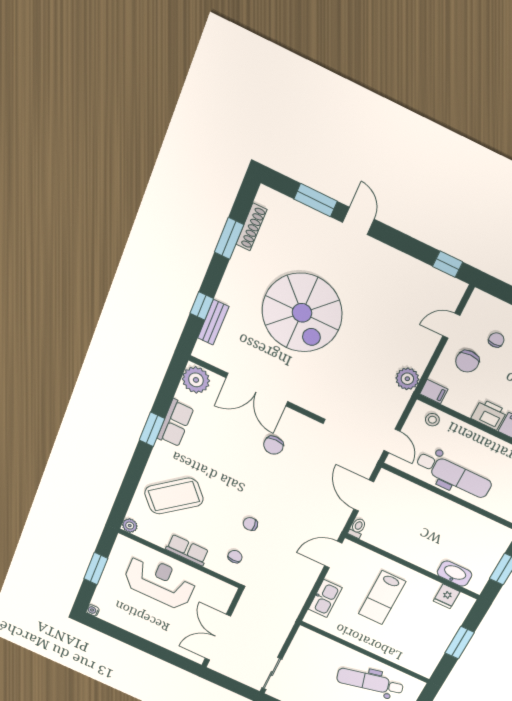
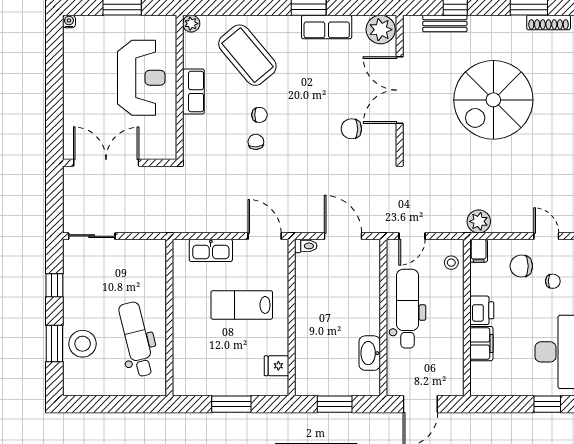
dental chair: (454, 475) -> (407, 309), turned 180
door: (364, 496) -> (343, 236), hinge flipped
chair: (235, 557) -> (259, 115), moved
washbasin: (454, 574) -> (370, 353), moved, turned 180

